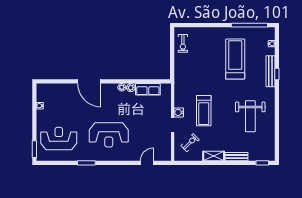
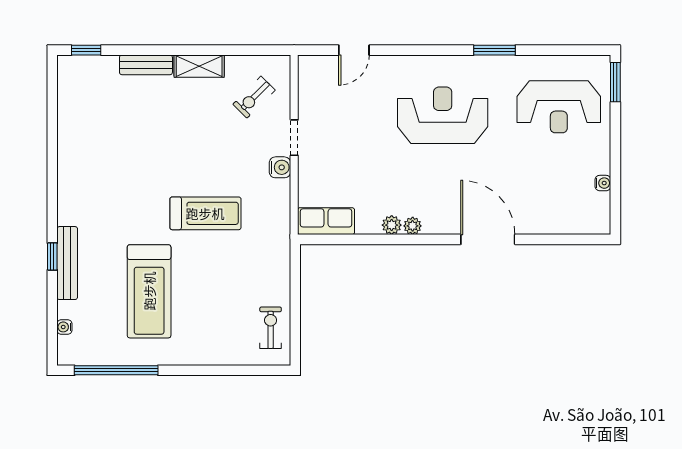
row of seats: (148, 89) -> (326, 221), moved
treadmill: (204, 111) -> (205, 213), moved, turned 90
weight bench: (250, 116) -> (114, 158), removed

